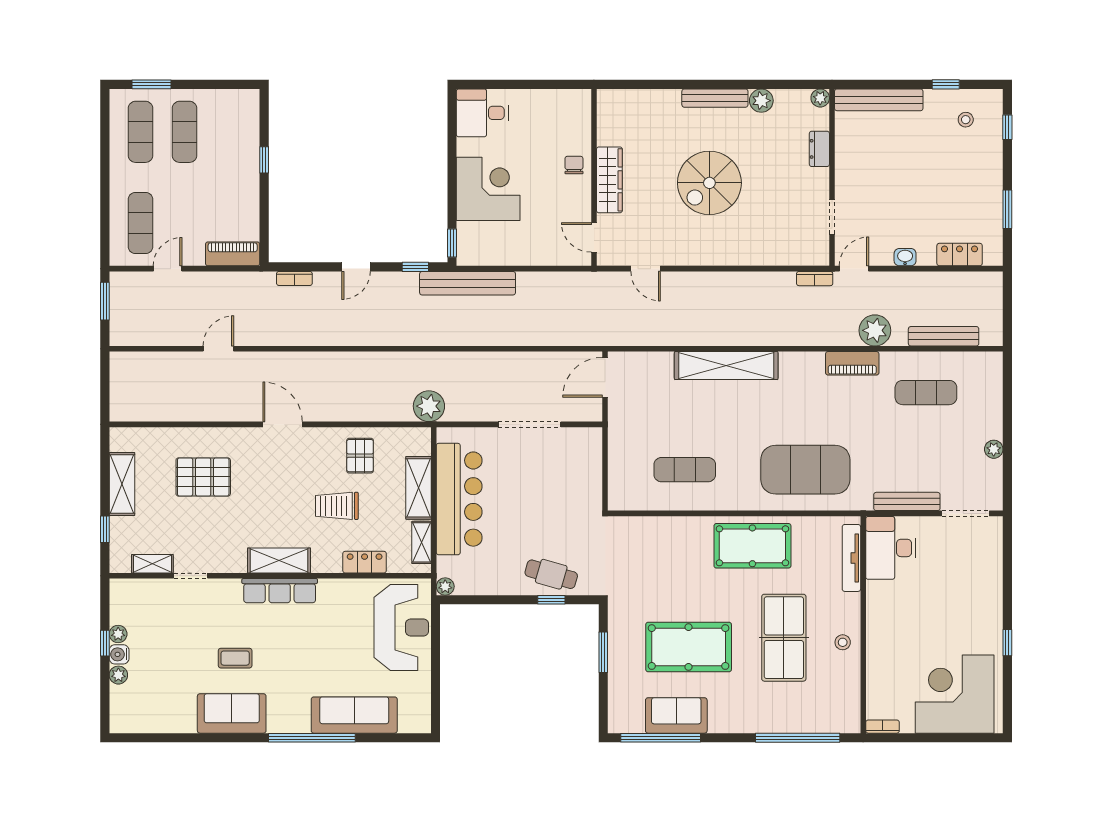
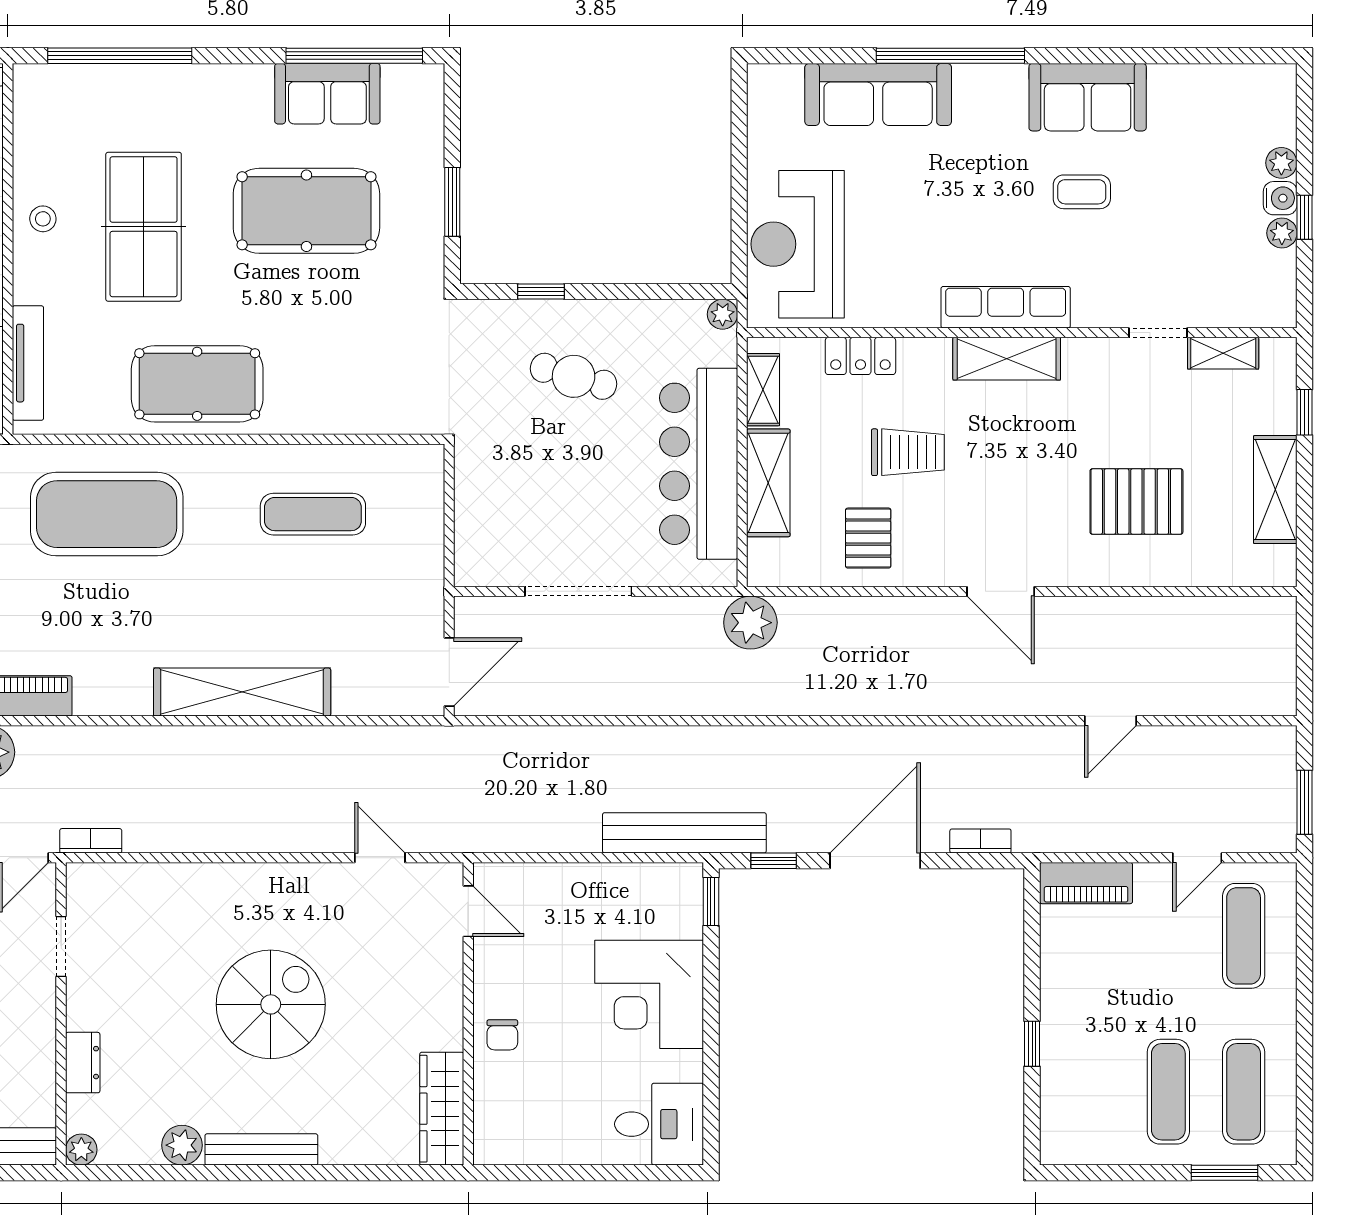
wardrobe: (609, 180) -> (442, 1109), moved
door: (356, 267) -> (875, 861), width x1.88
cafe table: (551, 574) -> (574, 376), moved

